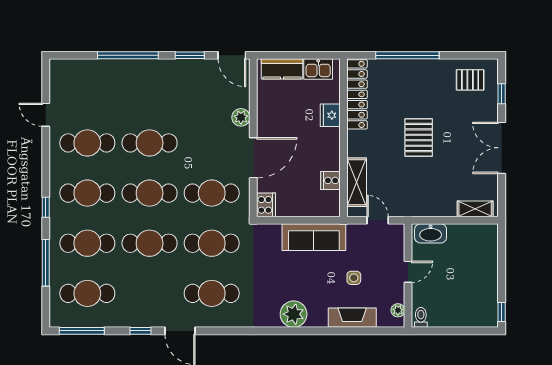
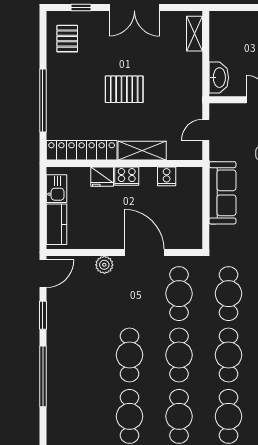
shelving: (357, 182) -> (142, 151), moved
cooker: (266, 205) -> (127, 176), moved, turned 180

